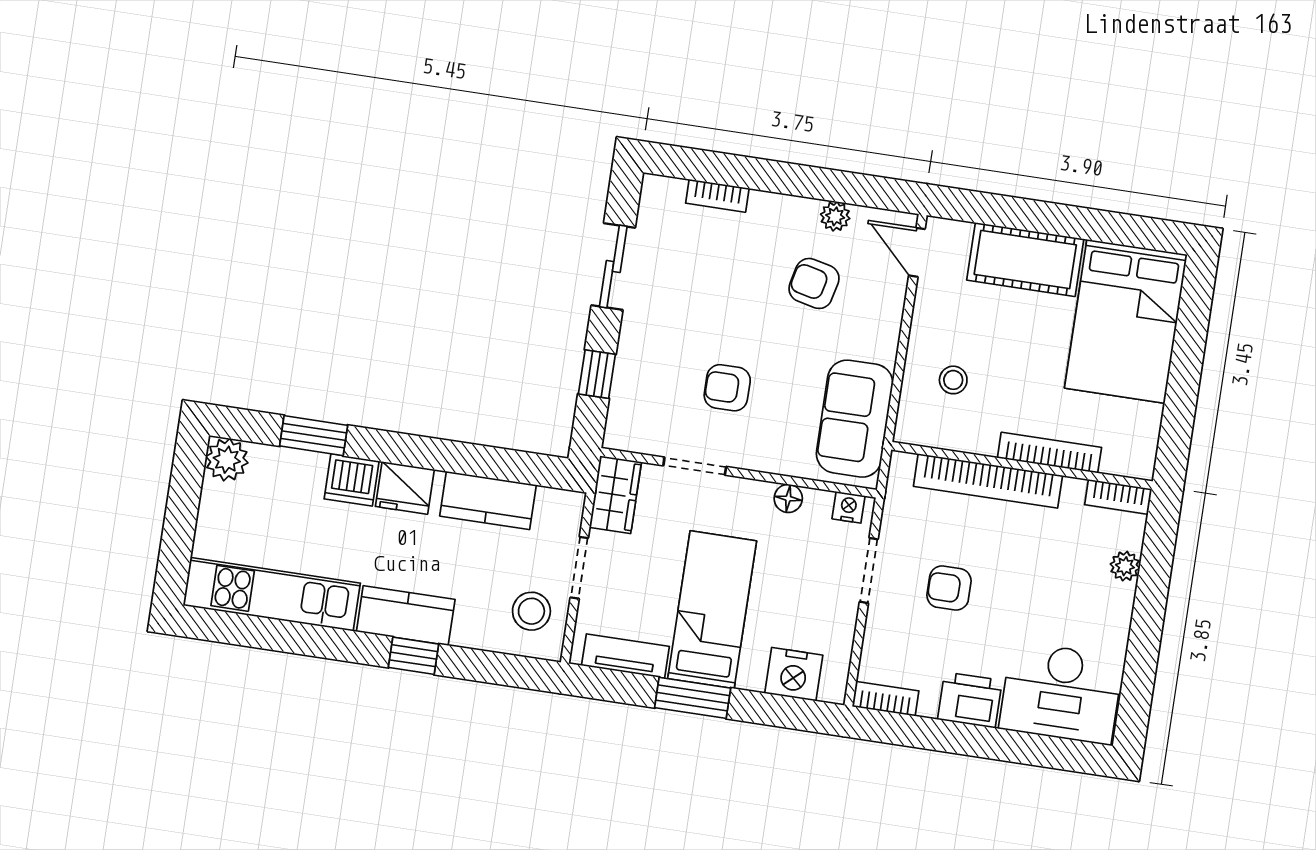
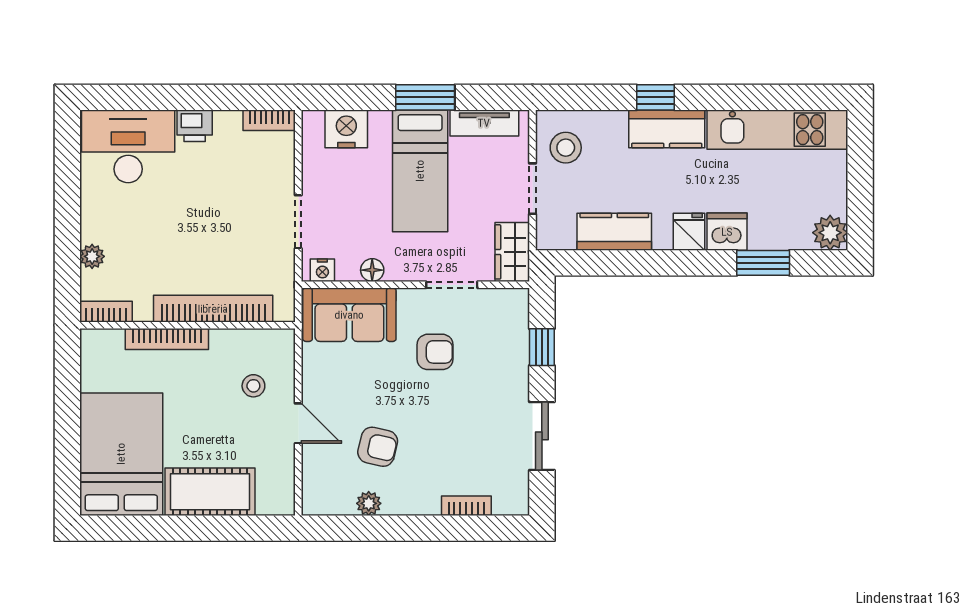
door: (917, 252) -> (298, 423), moved
sofa: (855, 419) -> (349, 315), moved, turned 90
fridge: (405, 488) -> (689, 232), width x0.72
armchair: (949, 588) -> (231, 217), removed
printer: (970, 700) -> (195, 126), width x0.73, depth x0.81

